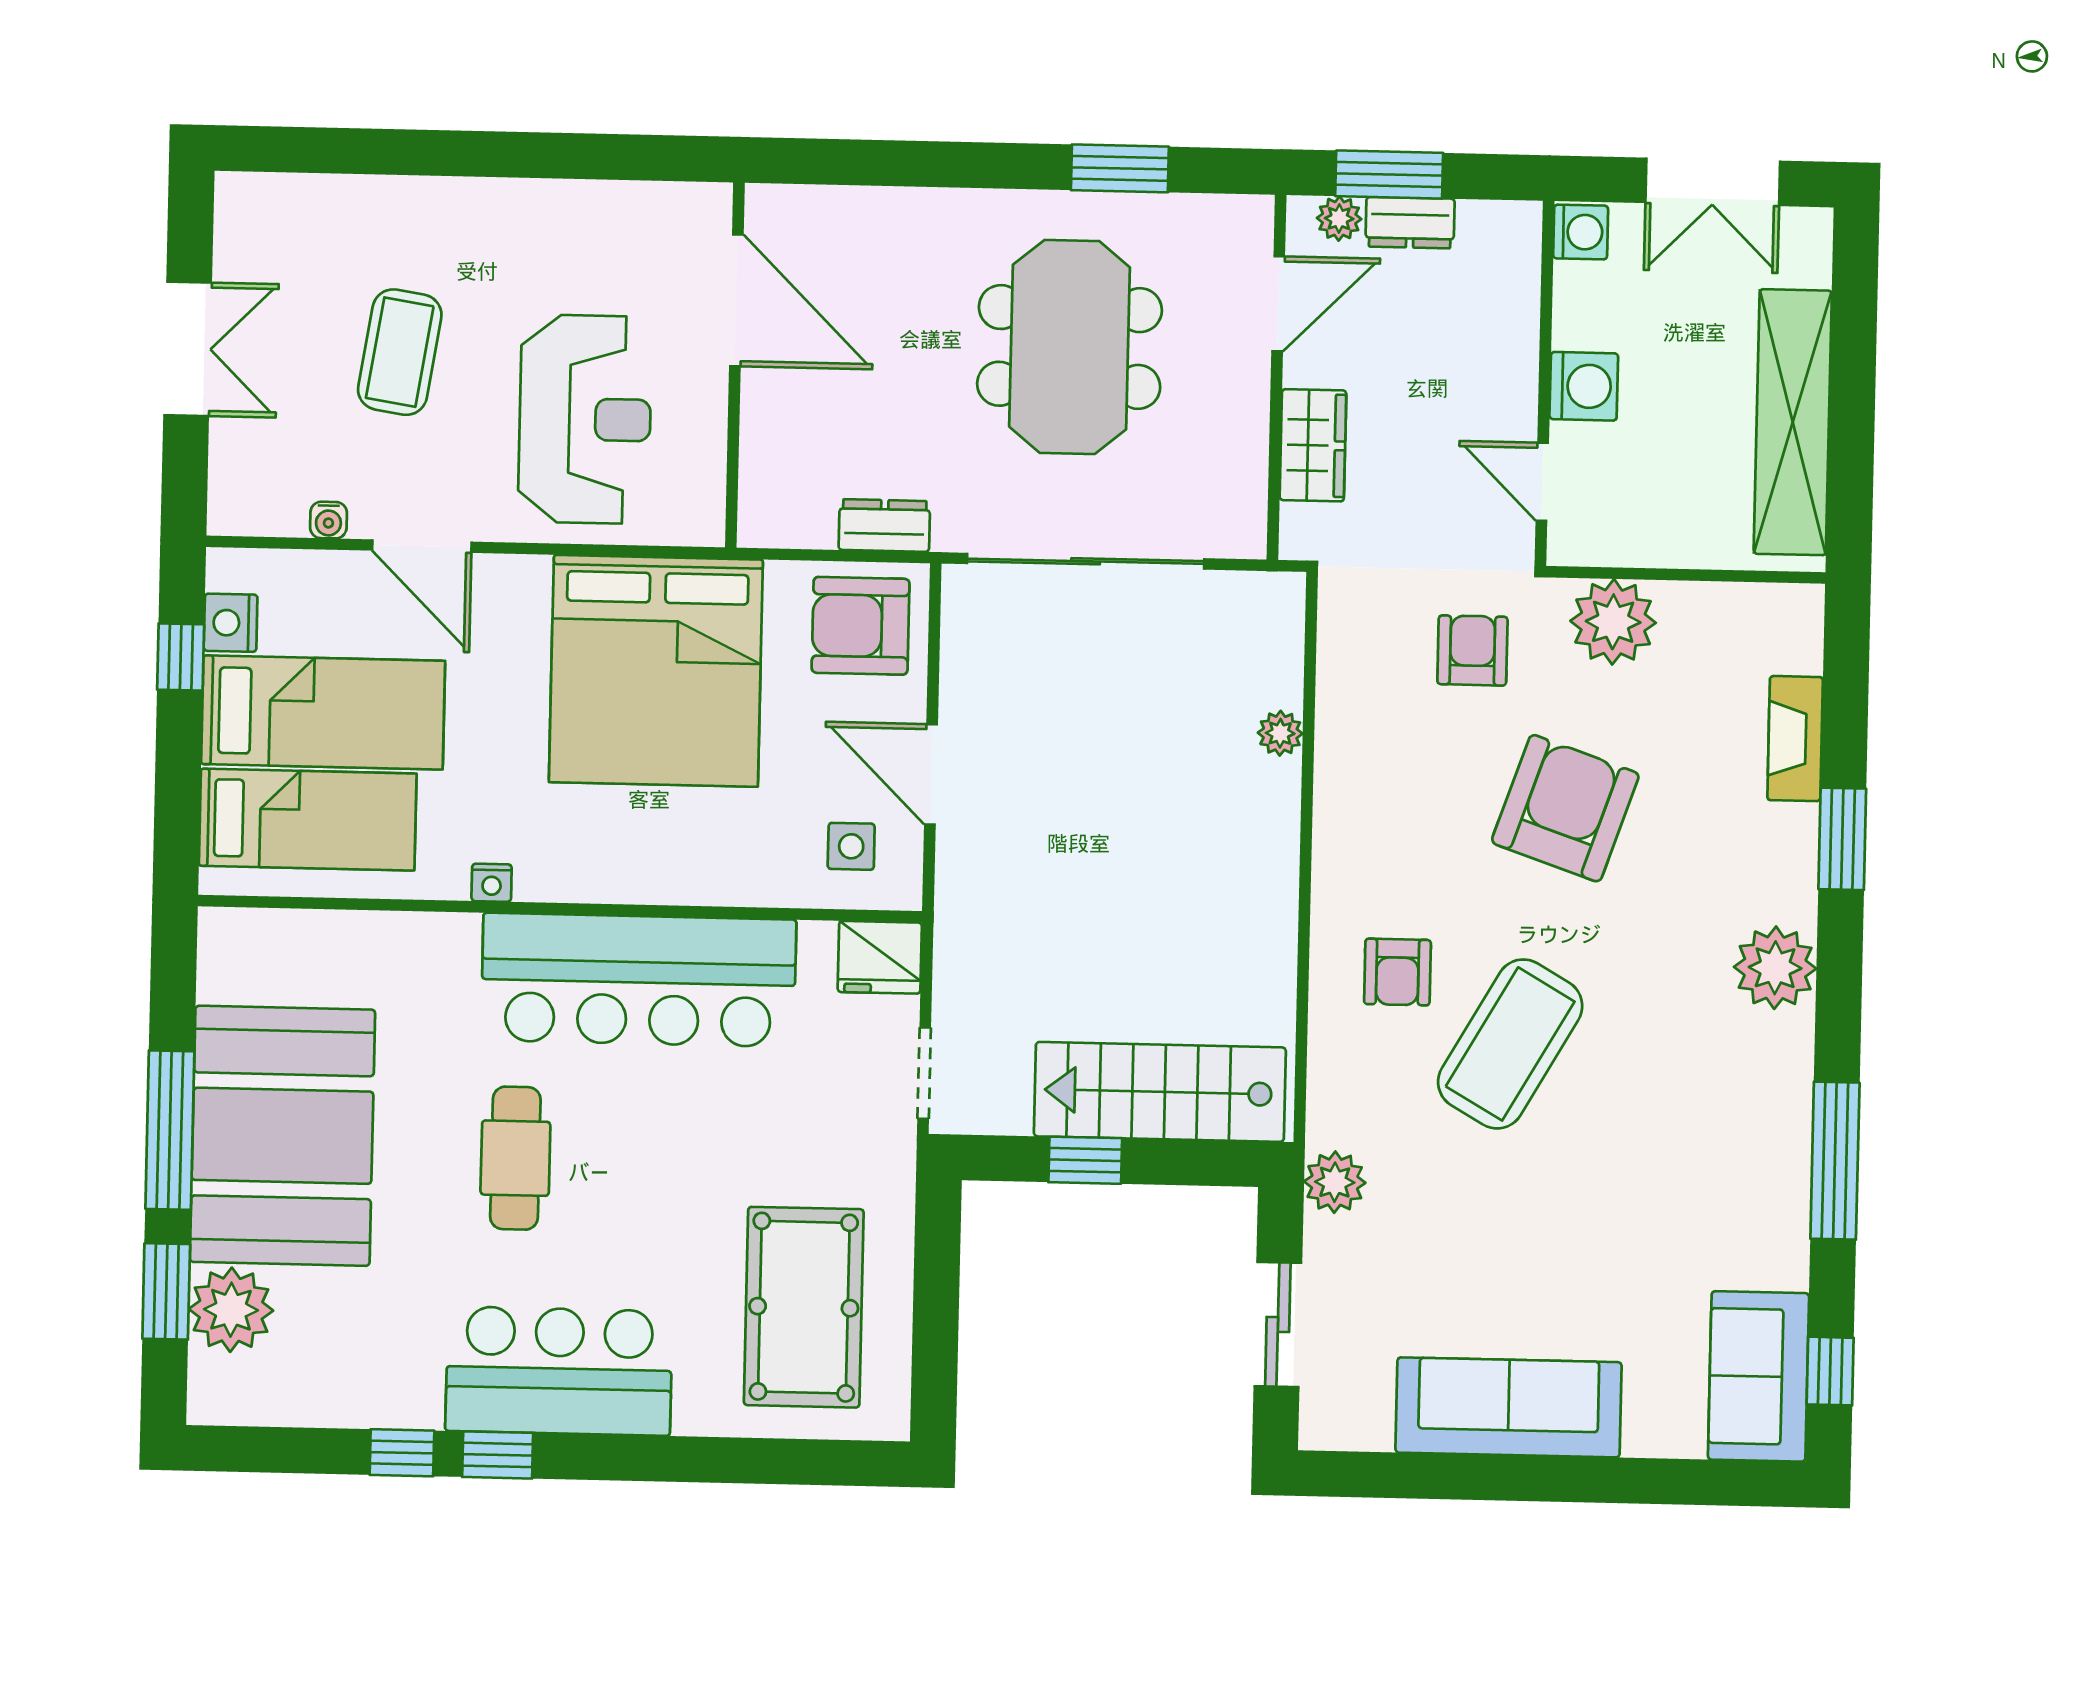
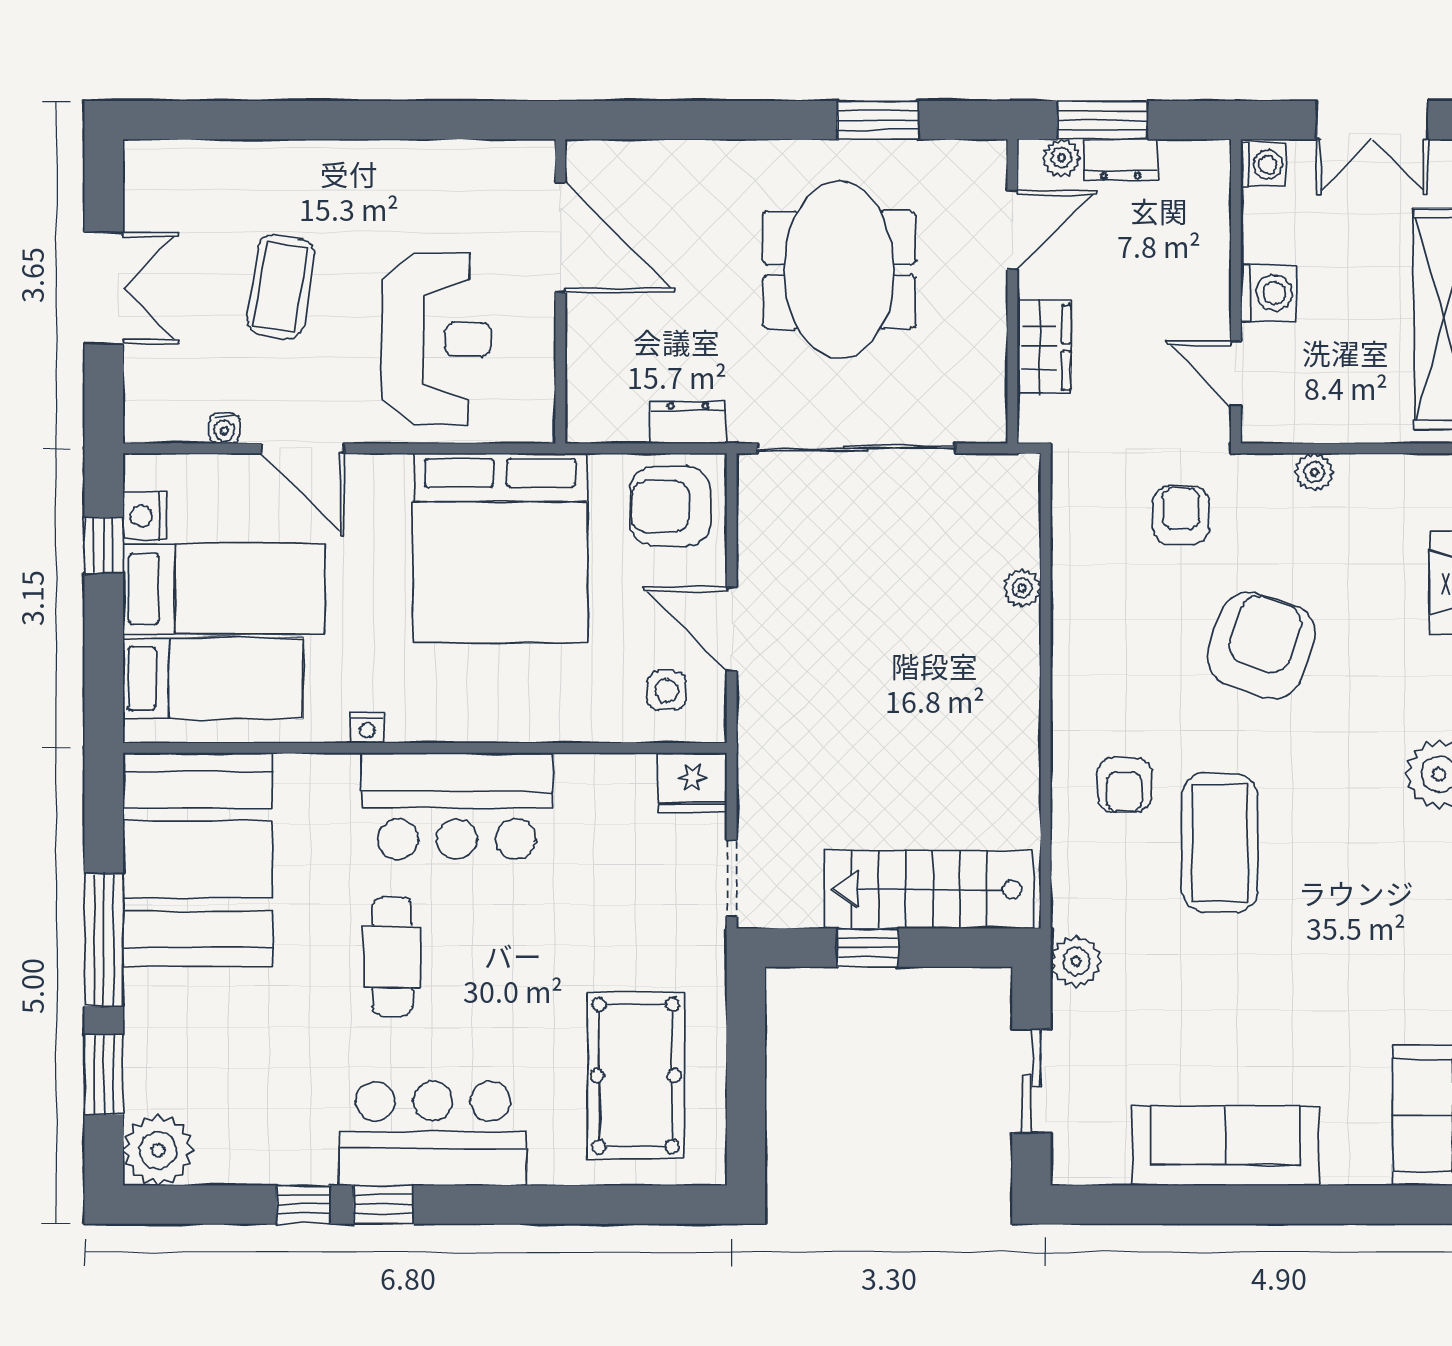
plant: (1613, 622) -> (1314, 472), width x0.53, depth x0.53
bar counter: (639, 980) -> (457, 806), width x0.73
coffee table: (1510, 1044) -> (1220, 843), turned -30
booth: (282, 1136) -> (198, 860), moved
plant: (231, 1310) -> (158, 1150), moved

